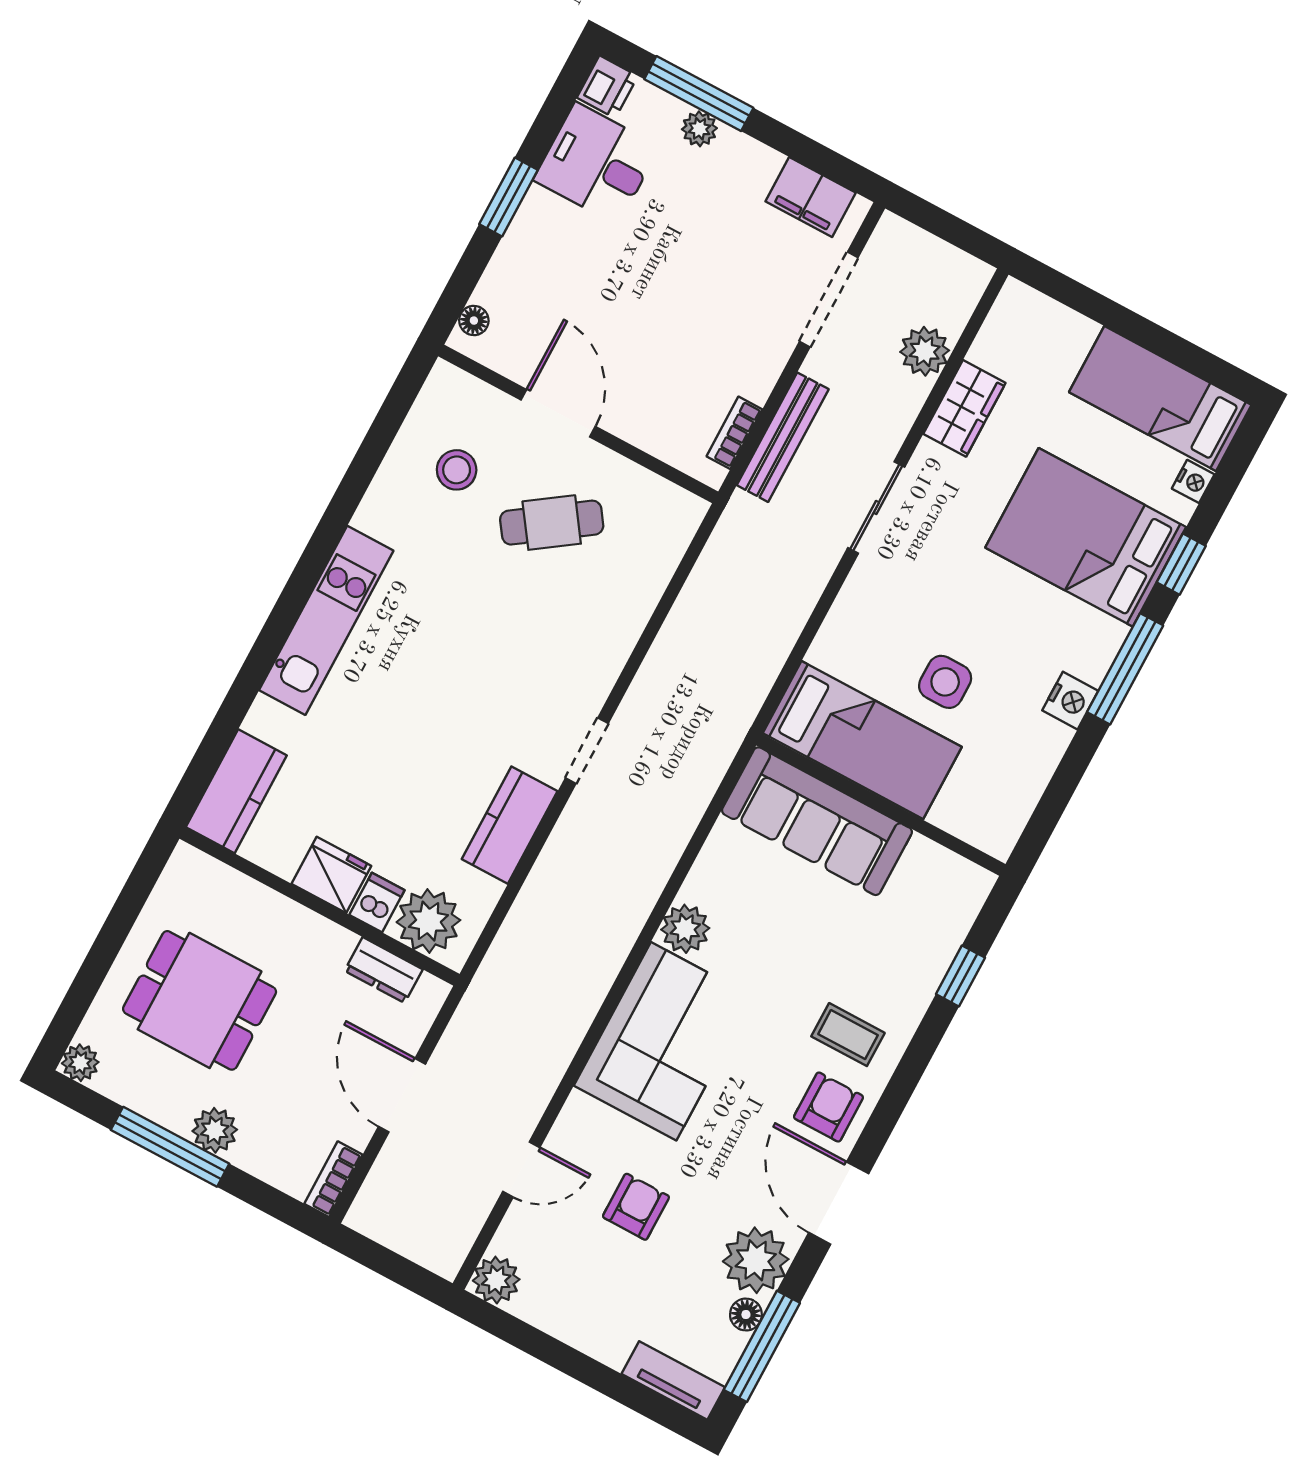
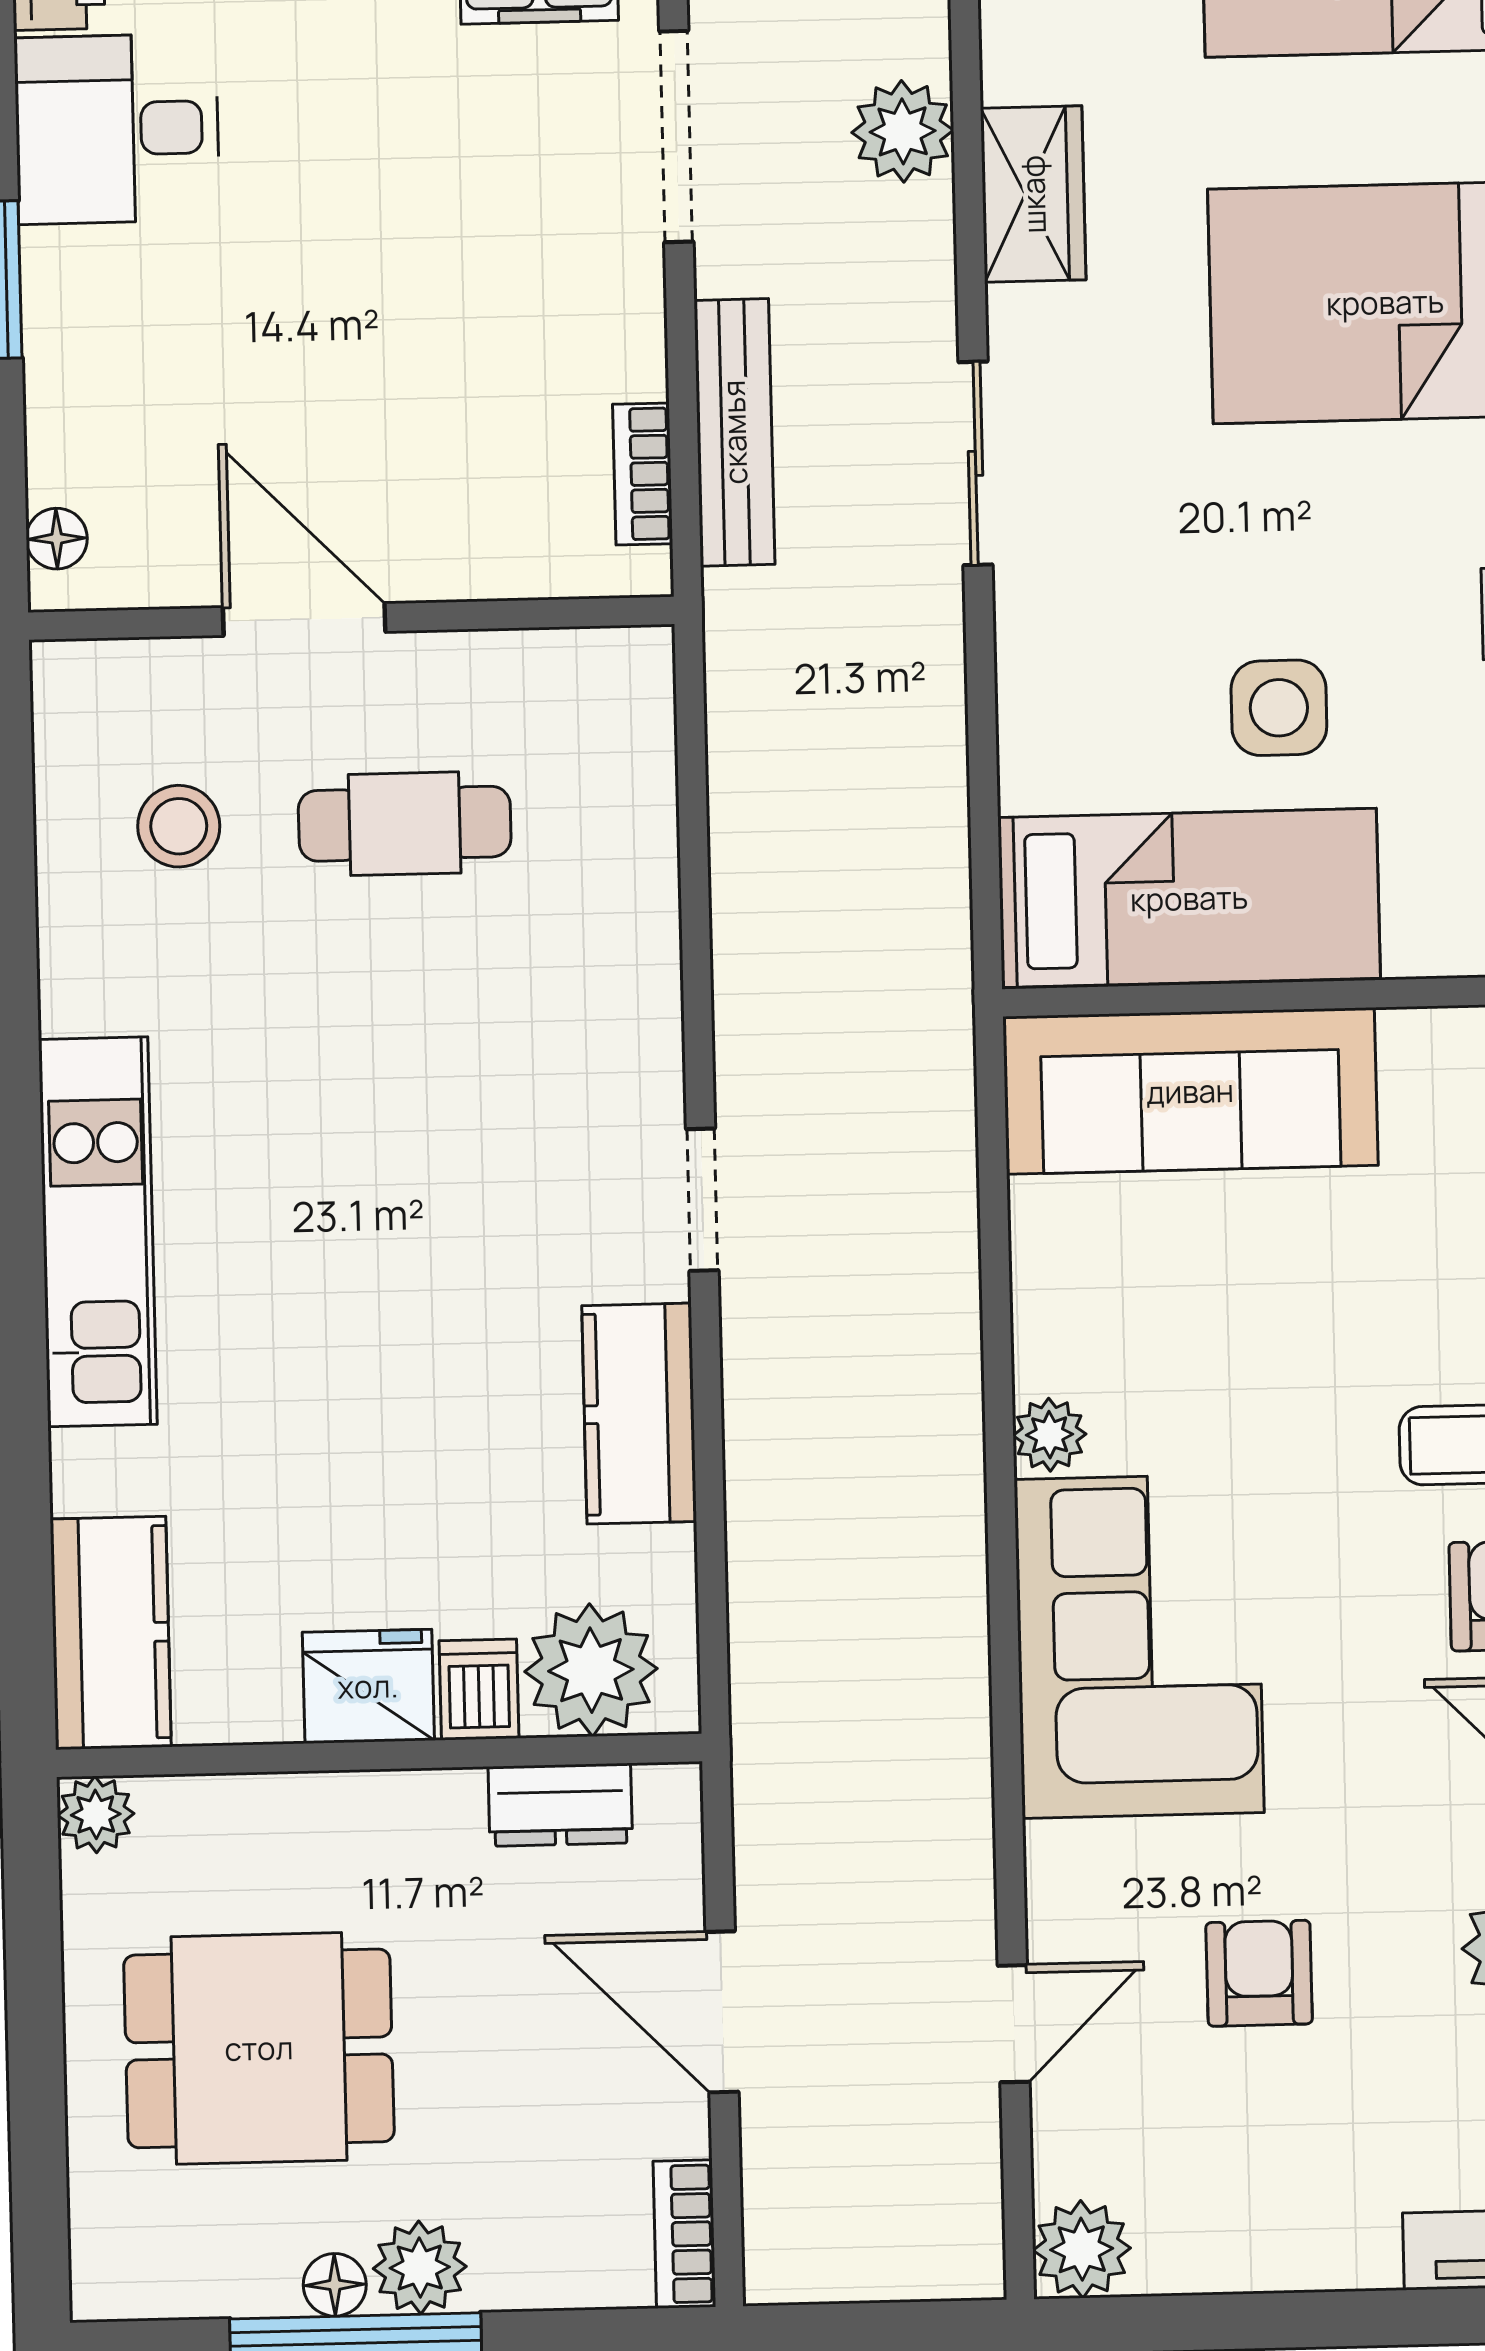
cafe table: (552, 523) -> (405, 824), turned 35
plant: (685, 929) -> (1050, 1435), width x0.73, depth x0.73
plant: (80, 1063) -> (96, 1814), moved
floor lamp: (175, 1117) -> (335, 2285), added

